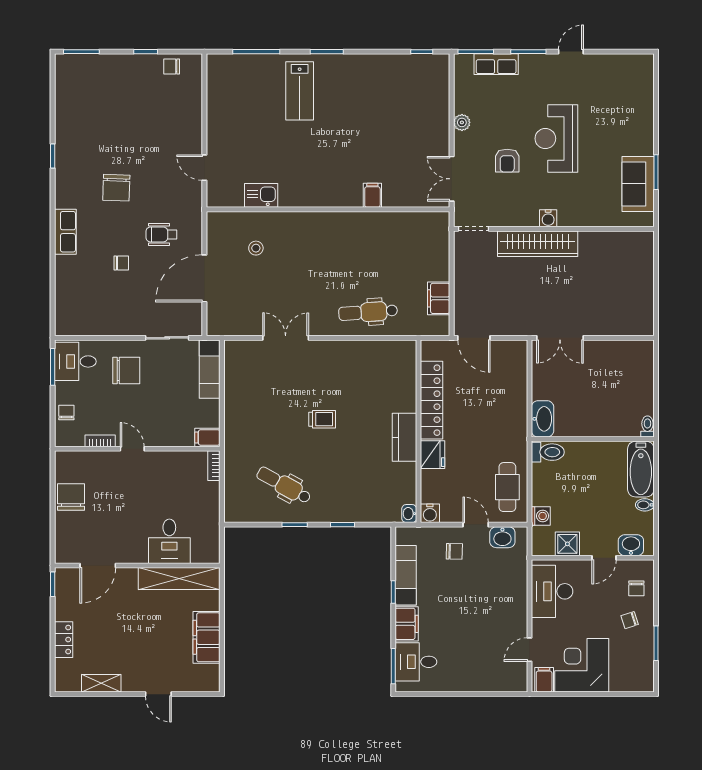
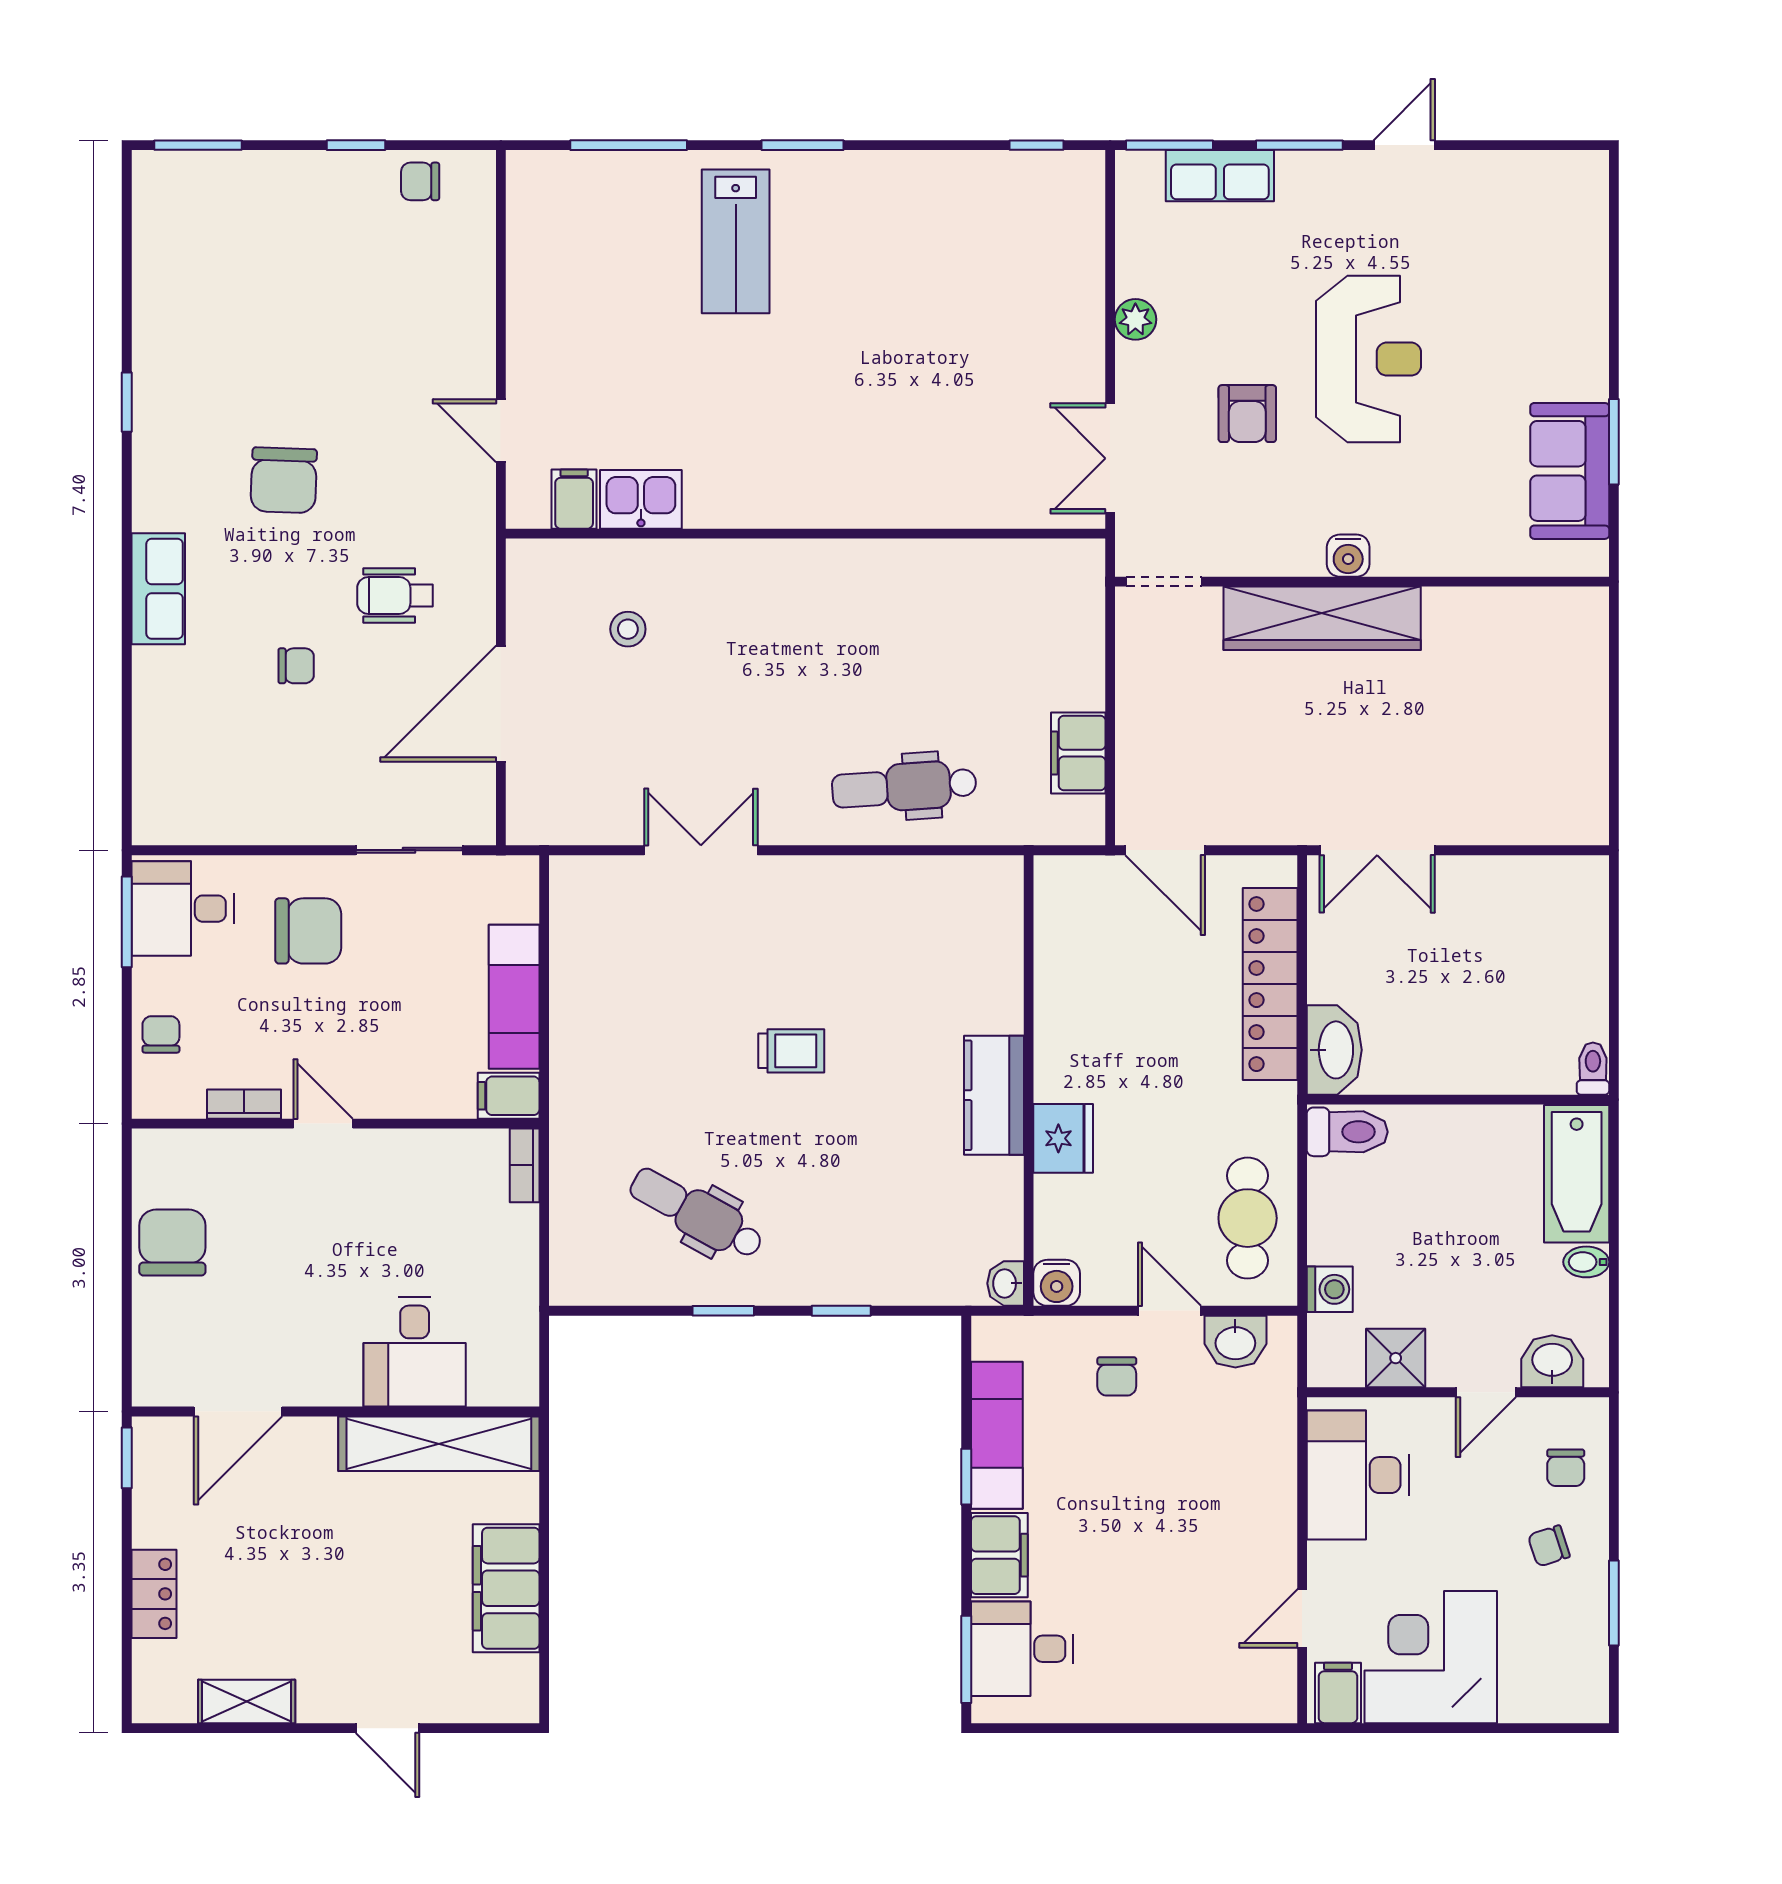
reception desk: (556, 139) -> (1368, 359), turned 180
filing cabinet: (372, 195) -> (574, 499), moved
exam couch: (210, 369) -> (514, 997), moved
locker: (431, 400) -> (1270, 984), moved, turned 180
chair: (454, 551) -> (1117, 1376), turned 89

